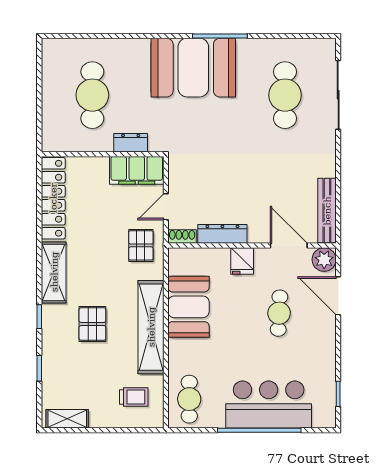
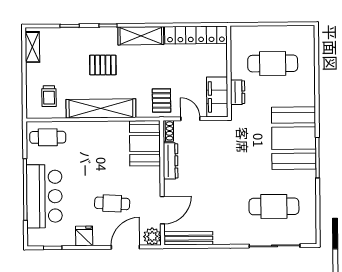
pallet: (141, 245) -> (161, 100), turned 90
fridge: (242, 261) -> (84, 236), moved, turned 90
booth: (188, 307) -> (145, 143), moved, turned 90

